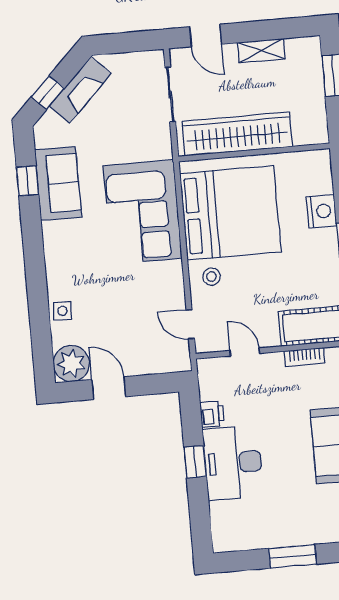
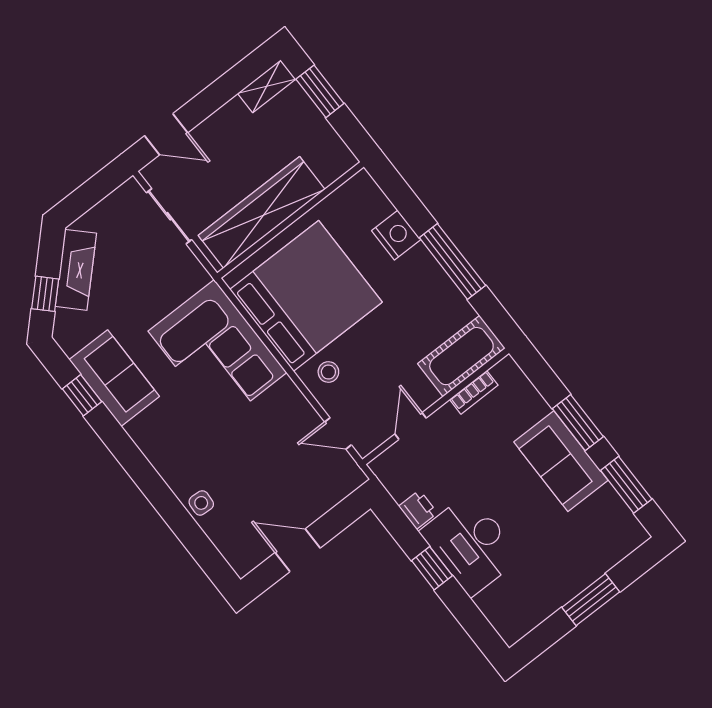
shelving: (261, 51) -> (267, 86), moved
door: (245, 352) -> (410, 426), hinge flipped
plant: (71, 364) -> (244, 550), removed

